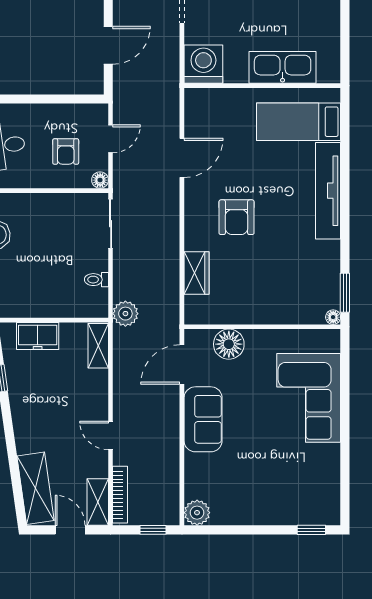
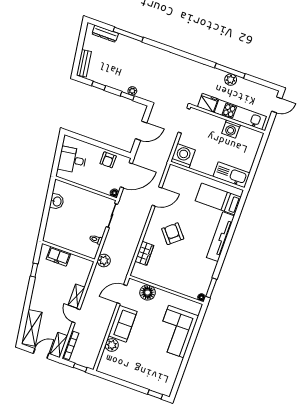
kitchen sink: (283, 67) -> (231, 175), moved
door: (111, 139) -> (126, 175), width x1.87
armchair: (66, 151) -> (108, 160), moved
armchair: (237, 217) -> (173, 234), turned 140
shelving: (98, 346) -> (77, 296), moved
plant: (197, 513) -> (112, 345), moved
door: (70, 530) -> (41, 353), hinge flipped

